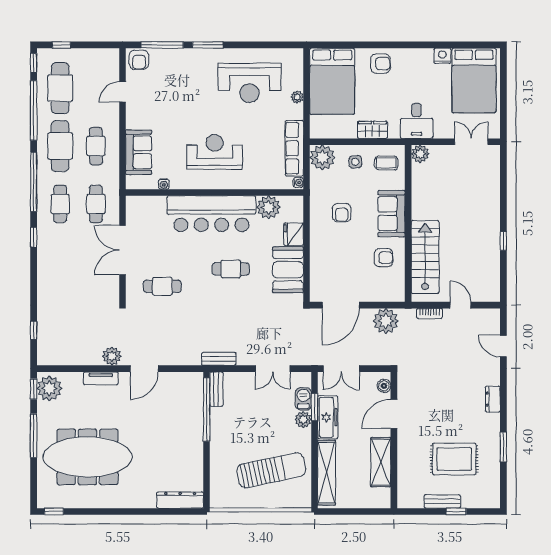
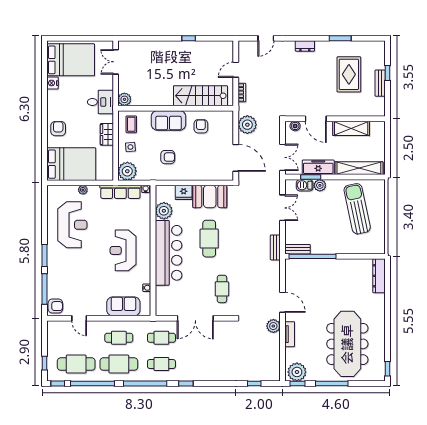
cafe table: (231, 269) -> (209, 239), width x1.37, depth x1.35

